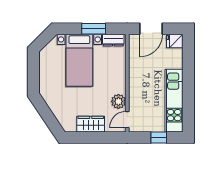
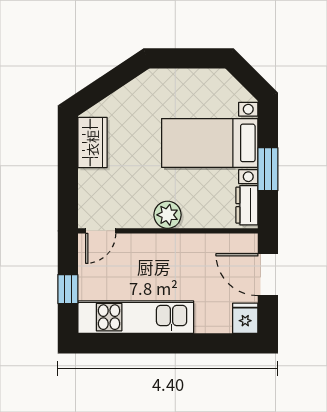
plant: (118, 101) -> (168, 215), moved
door: (127, 120) -> (101, 231), swing flipped
wardrobe: (91, 124) -> (92, 143), moved

